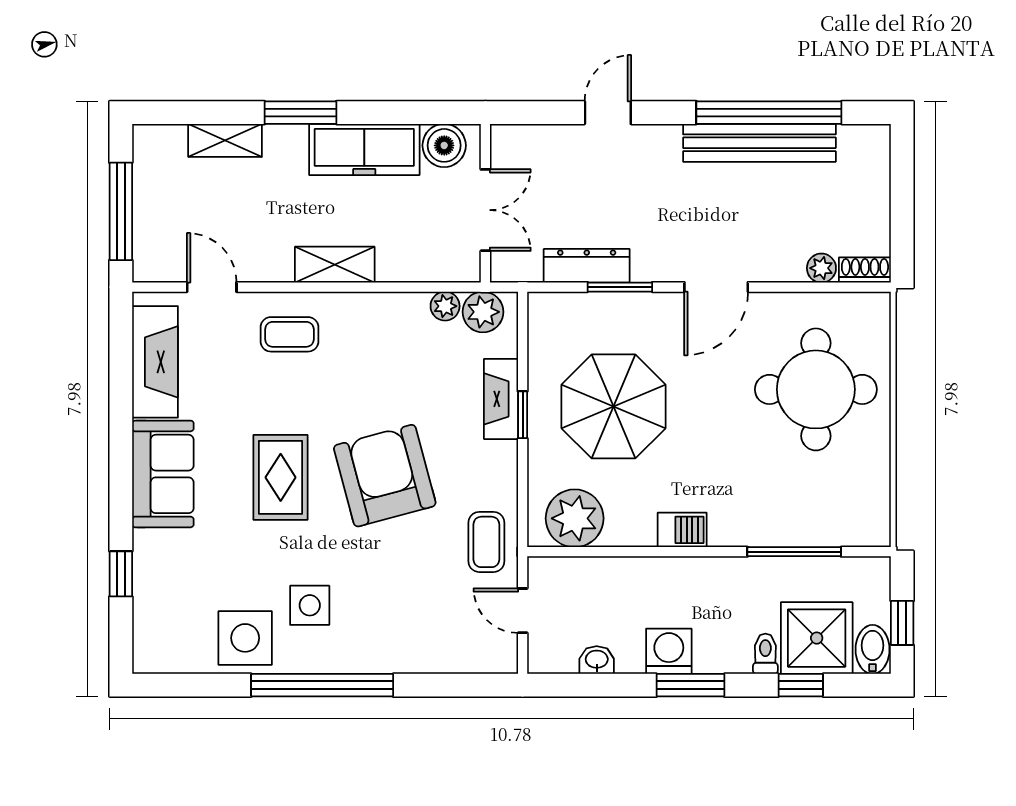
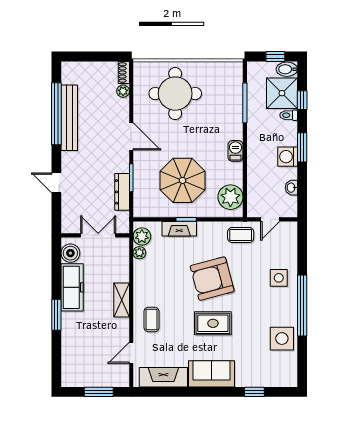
shelving: (225, 140) -> (68, 347), removed
window: (121, 211) -> (99, 392), width x0.69
side table: (310, 605) -> (279, 278), moved

